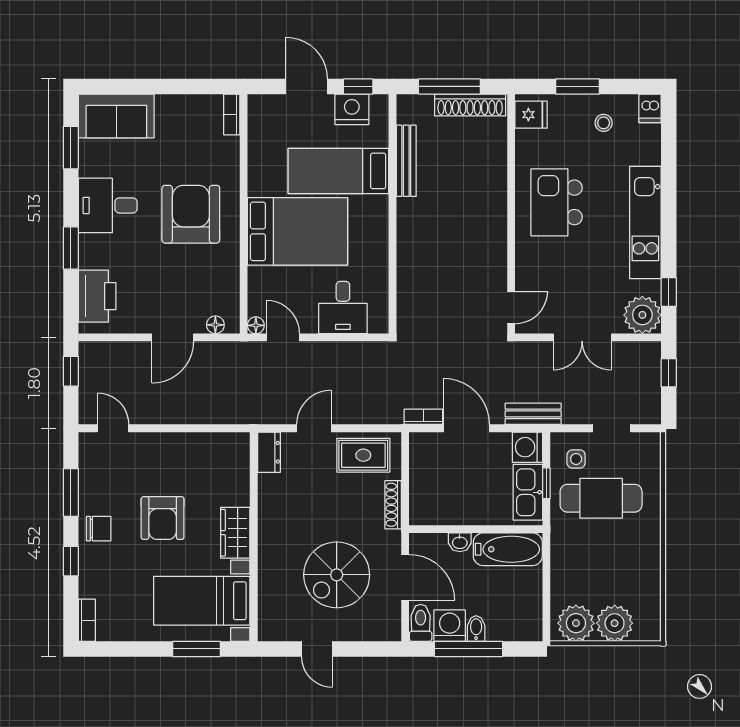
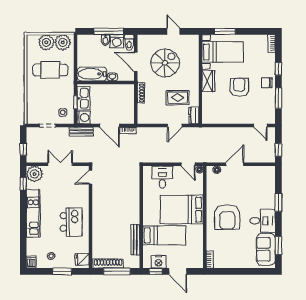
sofa: (116, 116) -> (266, 249), moved, turned -90
printer: (97, 296) -> (267, 182), removed
rug: (363, 455) -> (178, 98), moved
cafe table: (601, 498) -> (50, 70), moved

